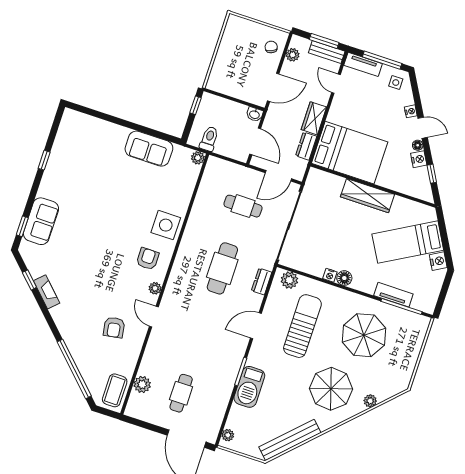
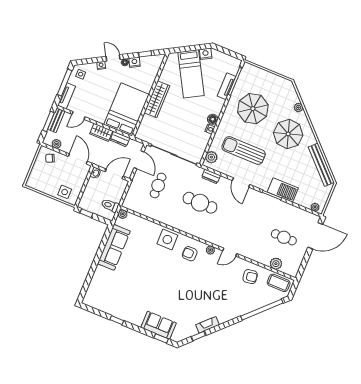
side table: (224, 72) -> (65, 192), added
door: (423, 128) -> (113, 58), hinge flipped
sofa: (149, 149) -> (114, 247), width x1.36
armchair: (114, 327) -> (250, 277), moved

